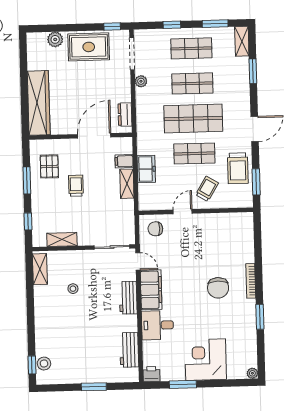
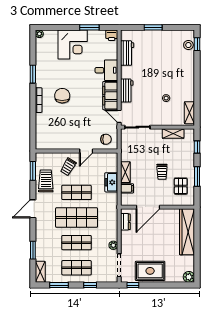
plant: (55, 39) -> (189, 277), moved

